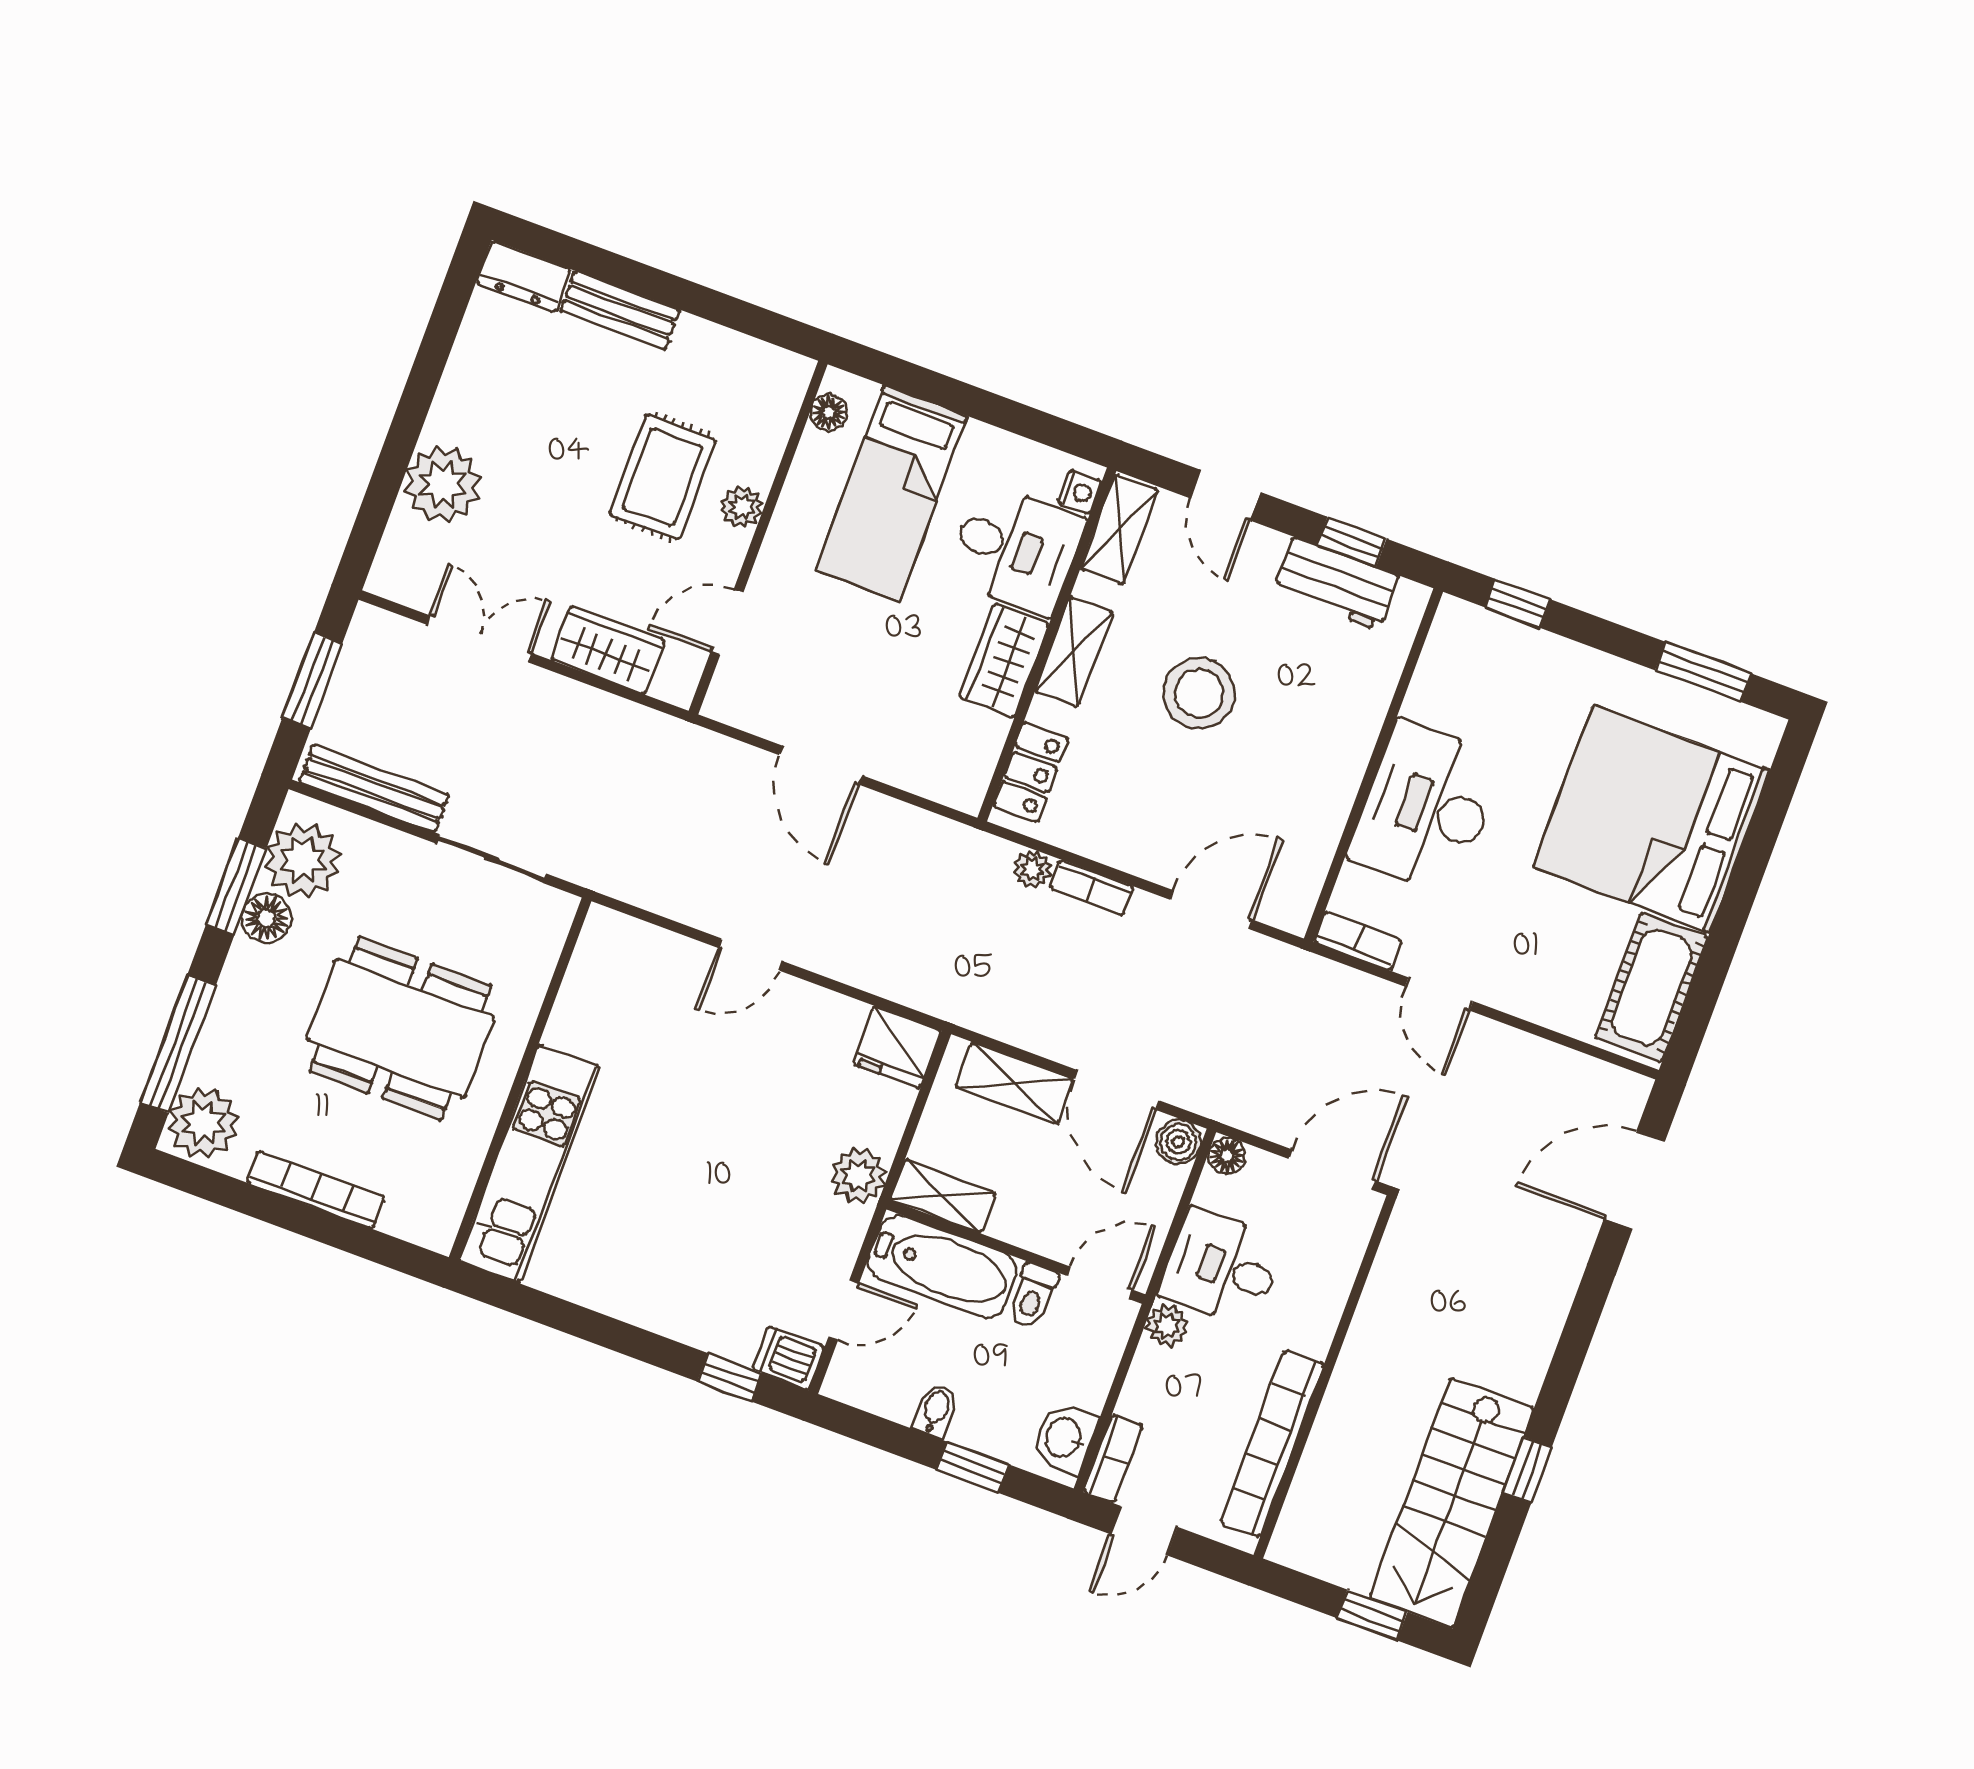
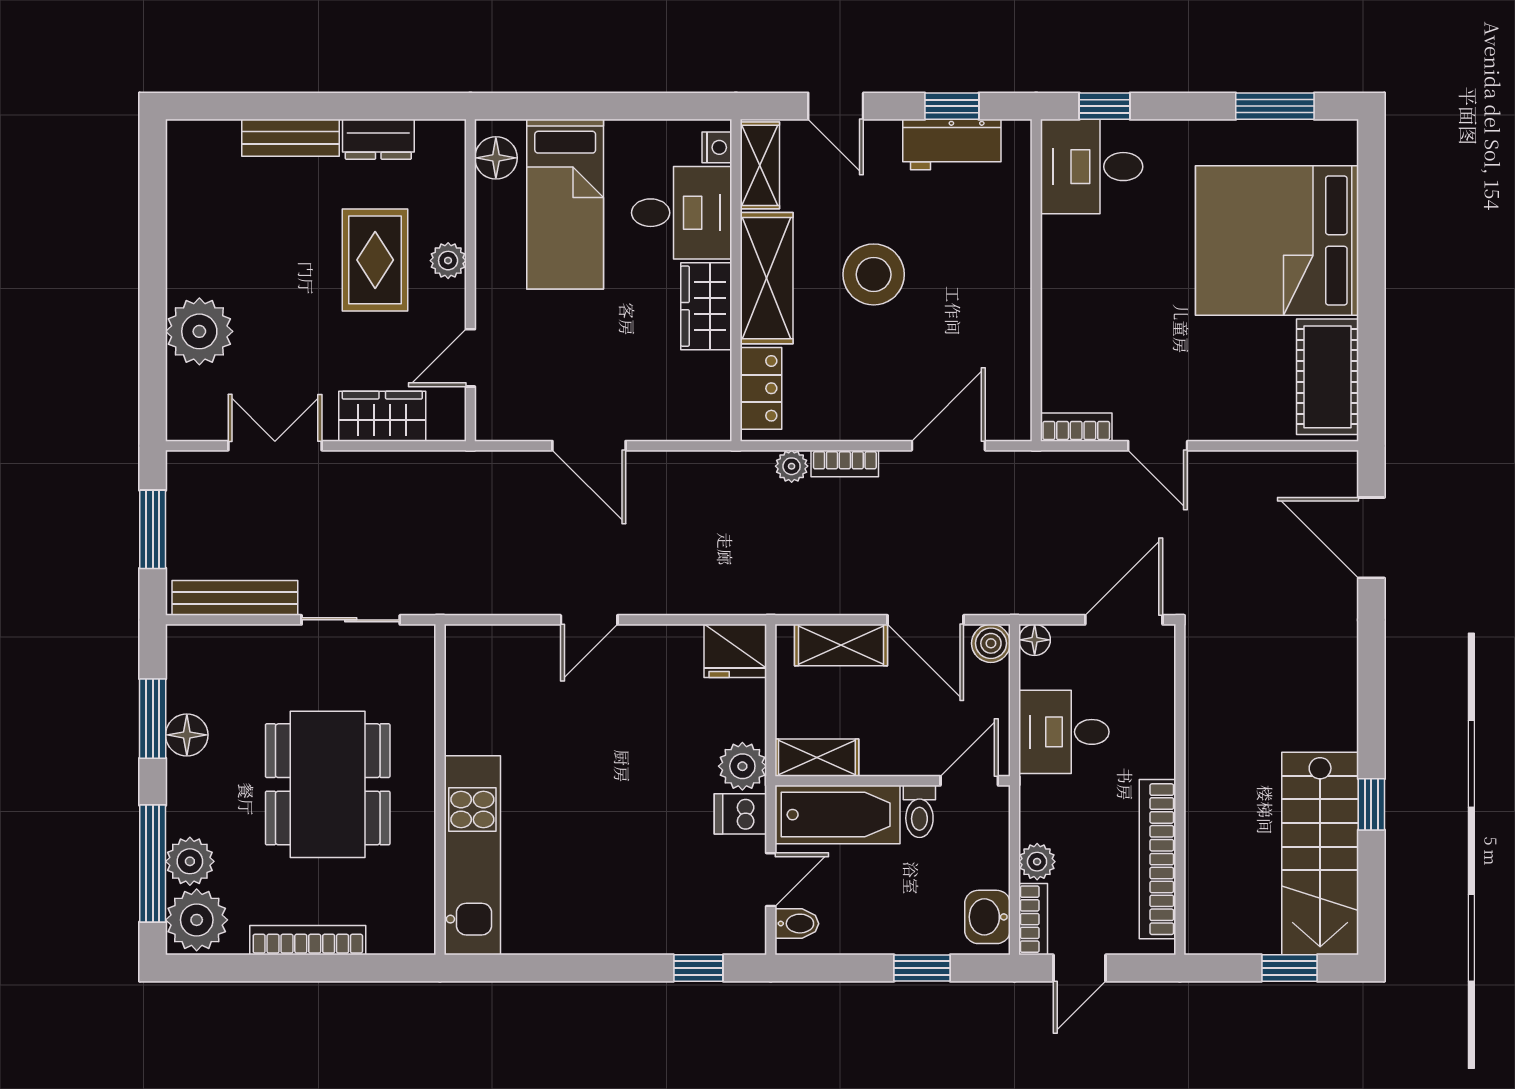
dresser: (524, 277) -> (378, 139), moved
floor lamp: (829, 412) -> (496, 158), width x1.37, depth x1.37
shelving: (1074, 652) -> (767, 278), width x1.50, depth x1.33
desk: (1426, 807) -> (1092, 167), moved, width x0.73
plant: (303, 860) -> (190, 861), moved, width x0.73, depth x0.73
dining table: (400, 1028) -> (328, 784), turned 90
door: (1634, 1180) -> (1371, 538), hinge flipped
plant: (1167, 1326) -> (1037, 862), moved
dishwasher: (788, 1358) -> (740, 814), moved
bidet: (936, 1410) -> (797, 924), moved, turned 90

